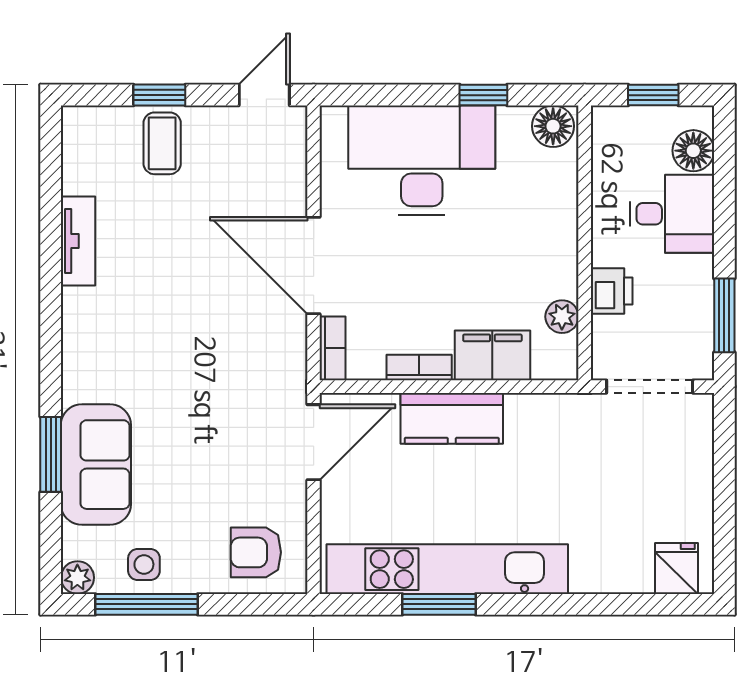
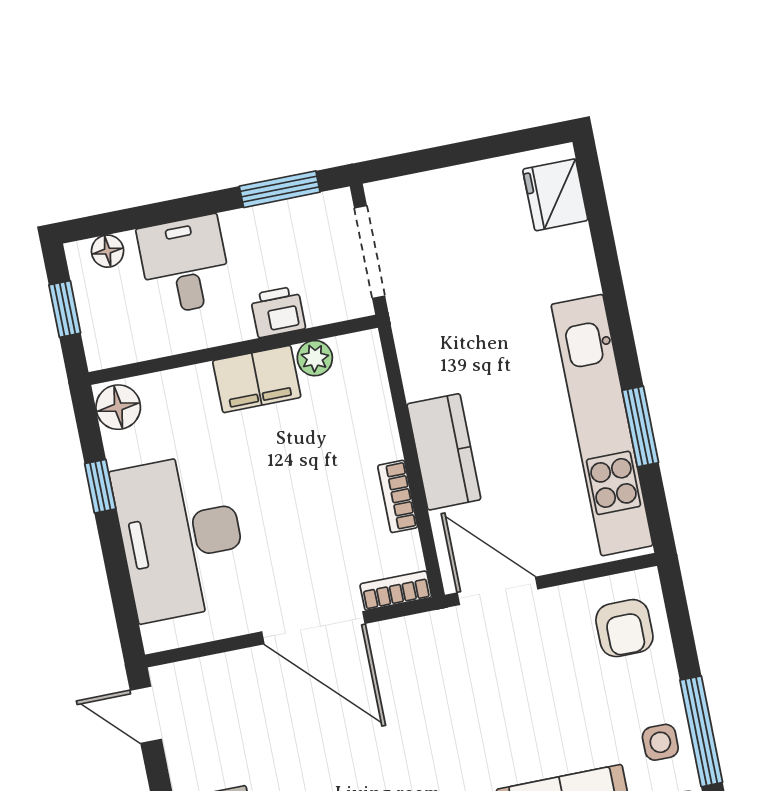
floor lamp: (693, 151) -> (108, 251), width x0.73, depth x0.73
door: (314, 266) -> (313, 628), hinge flipped
filing cabinet: (492, 355) -> (257, 379), moved, turned -90
fridge: (677, 568) -> (555, 195), width x1.38

